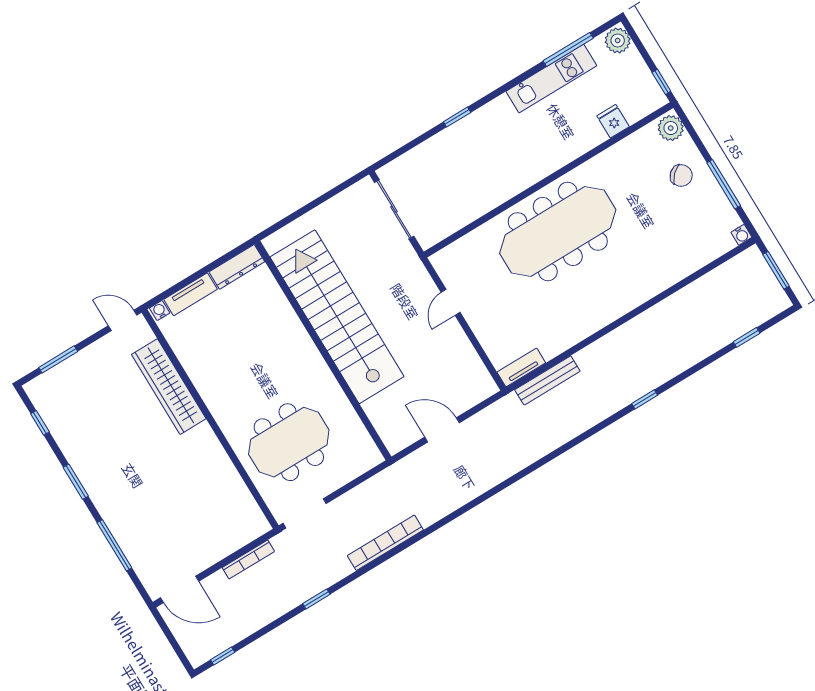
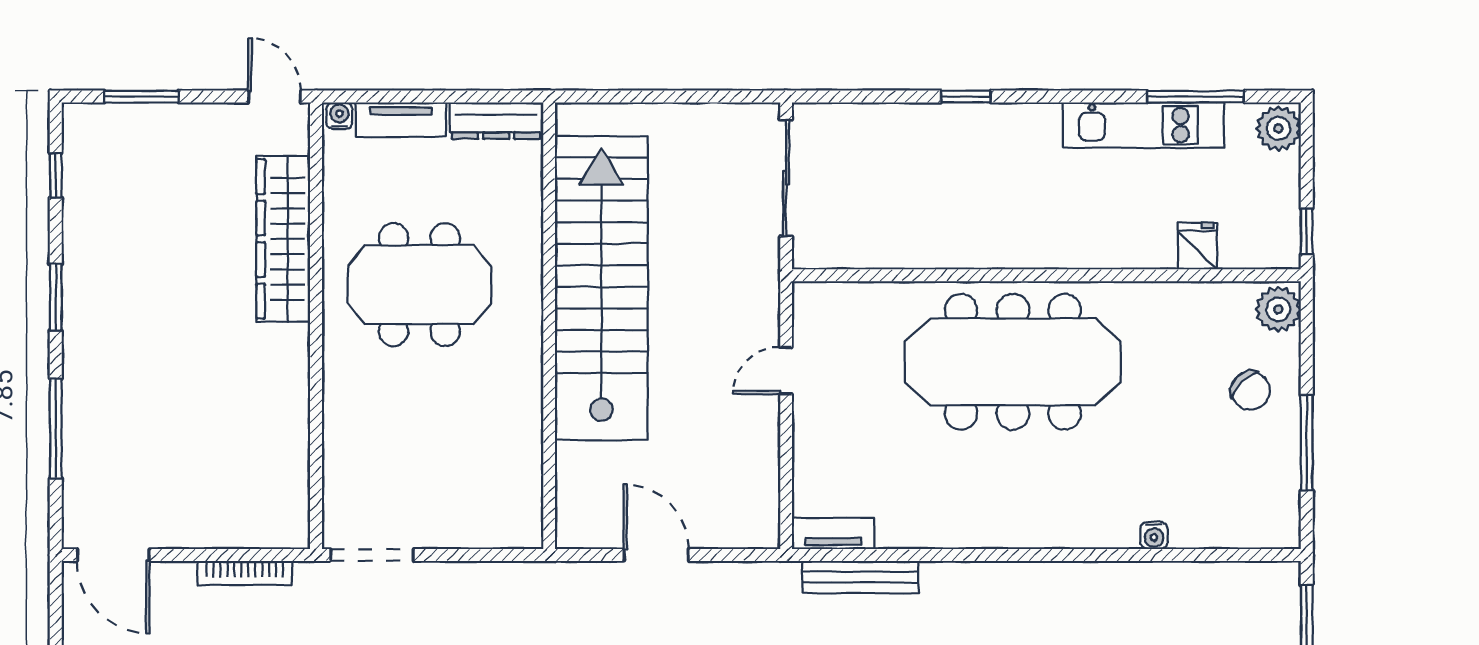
water cooler: (741, 235) -> (1154, 535), moved
meeting table: (289, 442) -> (419, 285), moved

